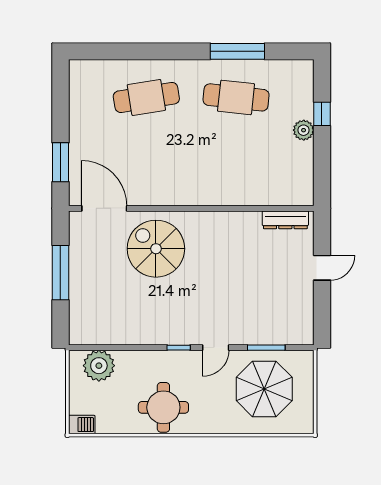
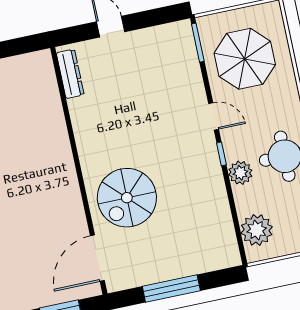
window: (266, 348) -> (198, 43), moved
plant: (157, 362) -> (240, 173), added

